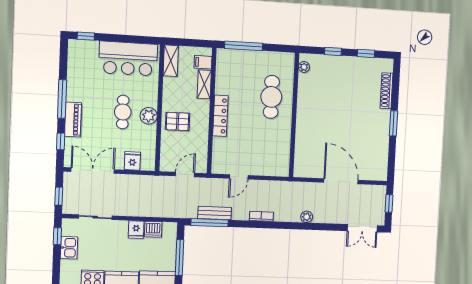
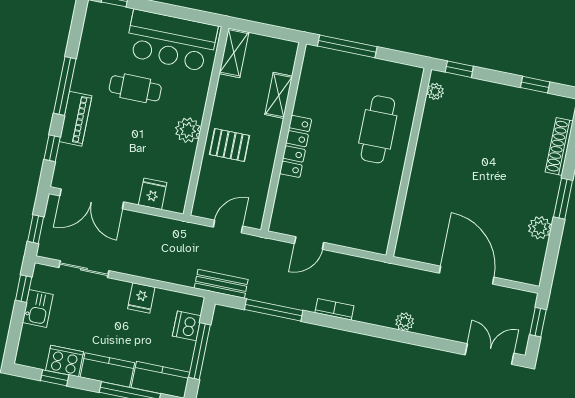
window: (333, 51) -> (459, 69), moved
filing cabinet: (203, 62) -> (282, 62), removed
cafe table: (123, 112) -> (135, 88), moved, turned 90
plant: (382, 144) -> (540, 228), added
double door: (93, 171) -> (92, 199), swing flipped
bench: (215, 213) -> (221, 284), moved
window: (210, 223) -> (274, 310), moved
double door: (362, 228) -> (490, 354), swing flipped
dishwasher: (153, 229) -> (187, 326), moved, turned 90

